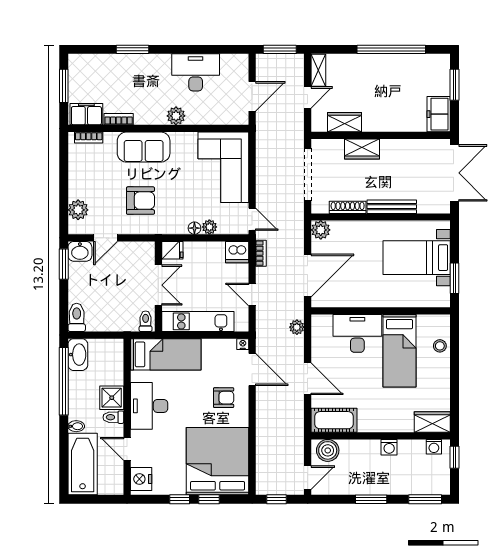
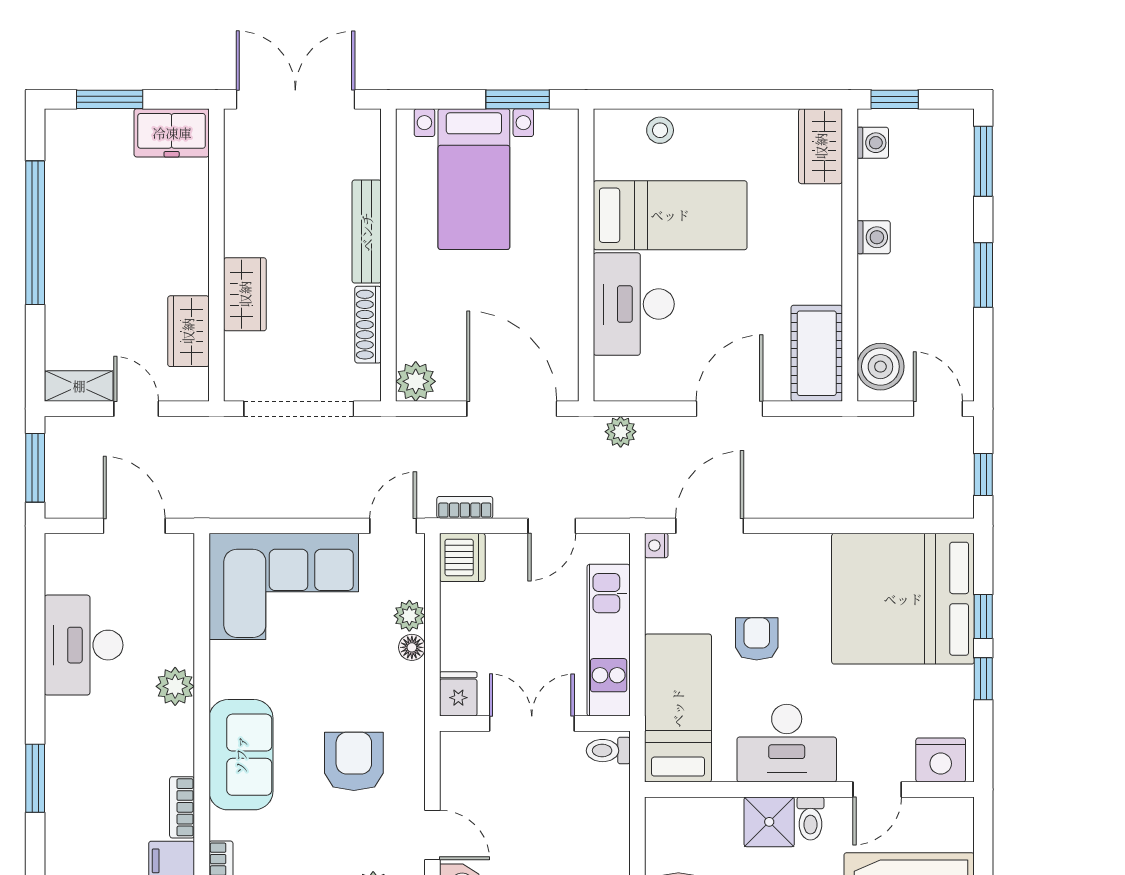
armchair: (224, 398) -> (757, 639), moved

